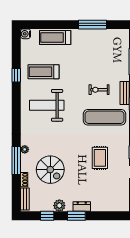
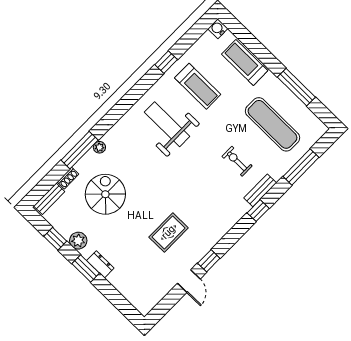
treadmill: (43, 72) -> (198, 86), turned 180
exercise mat: (104, 117) -> (273, 124), moved
spiral stairs: (50, 170) -> (105, 194), turned 180

